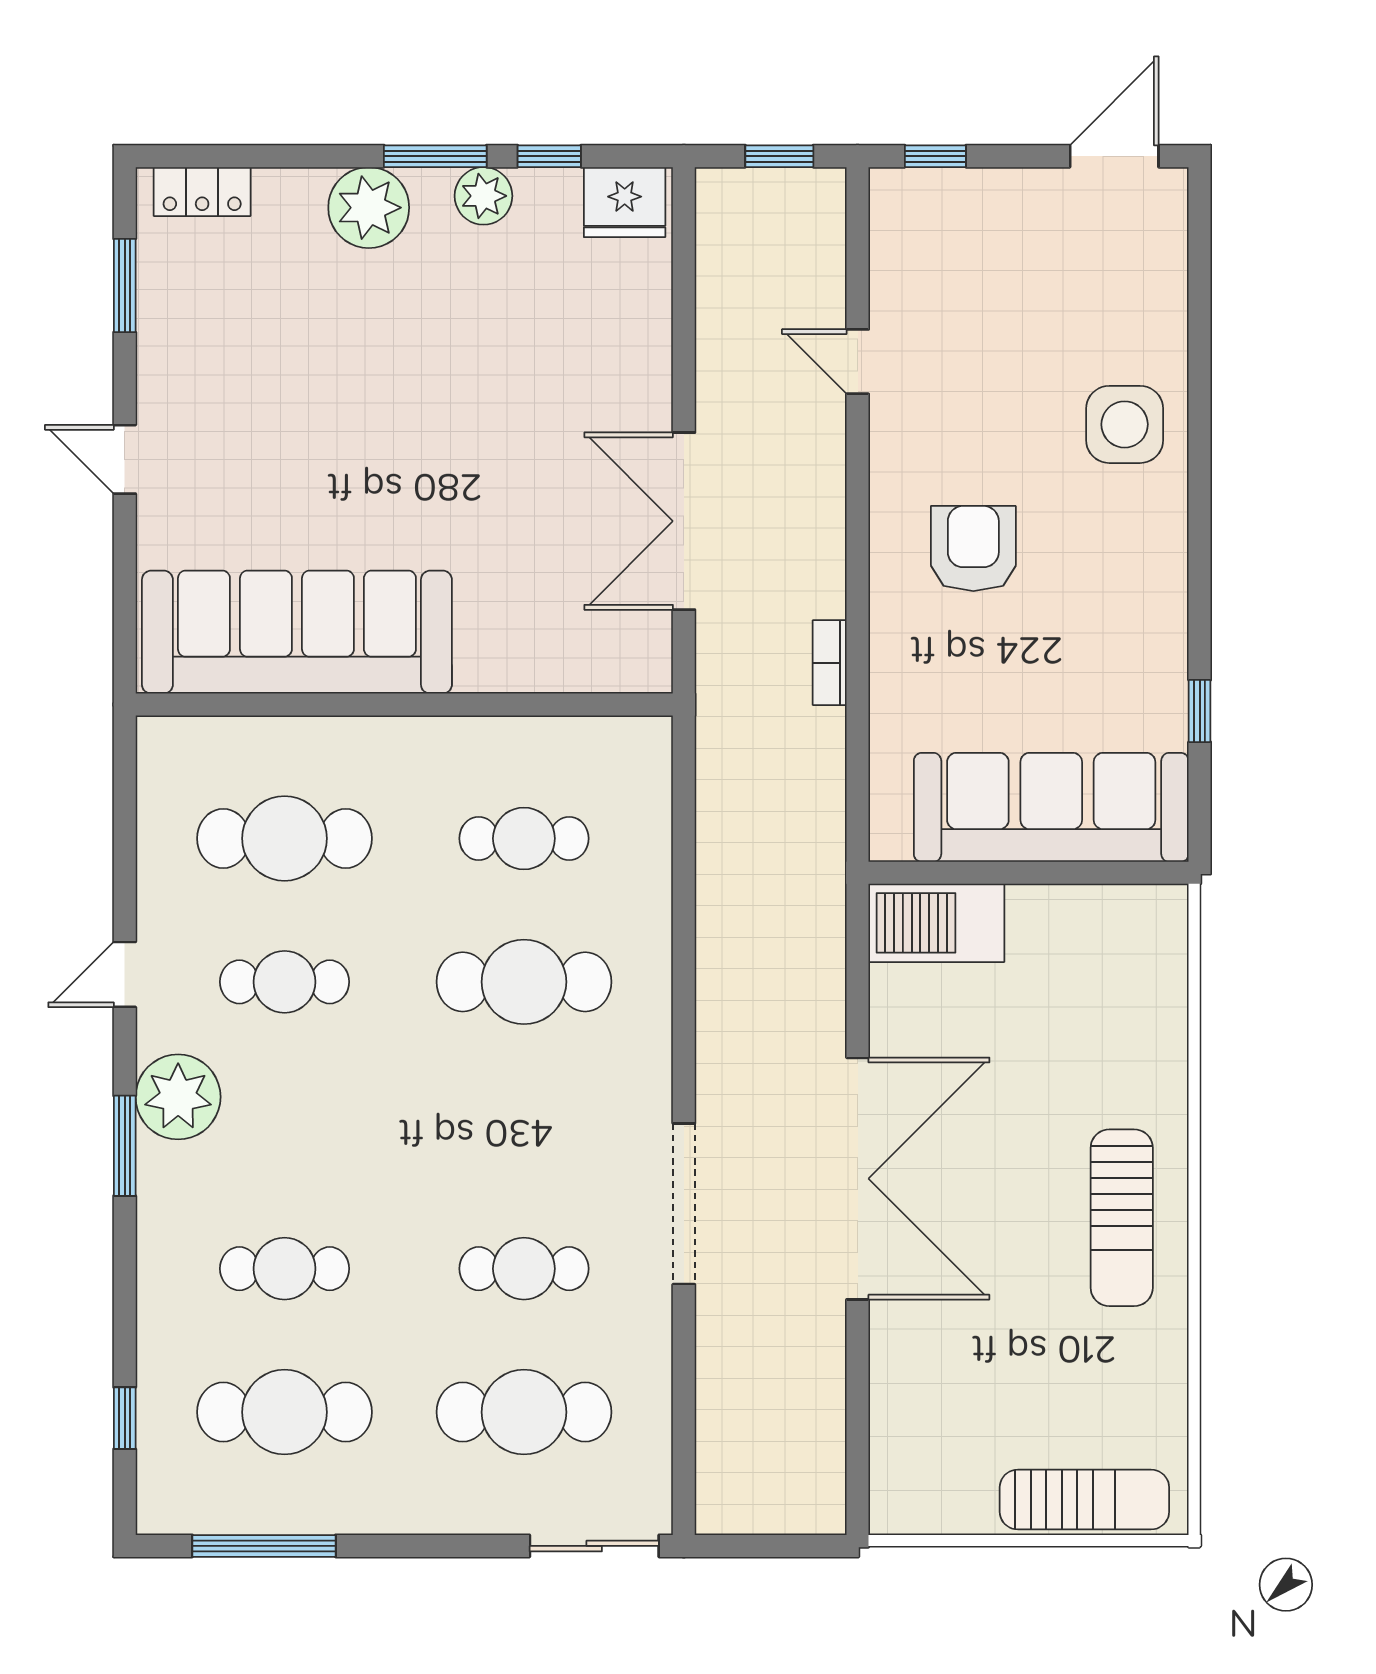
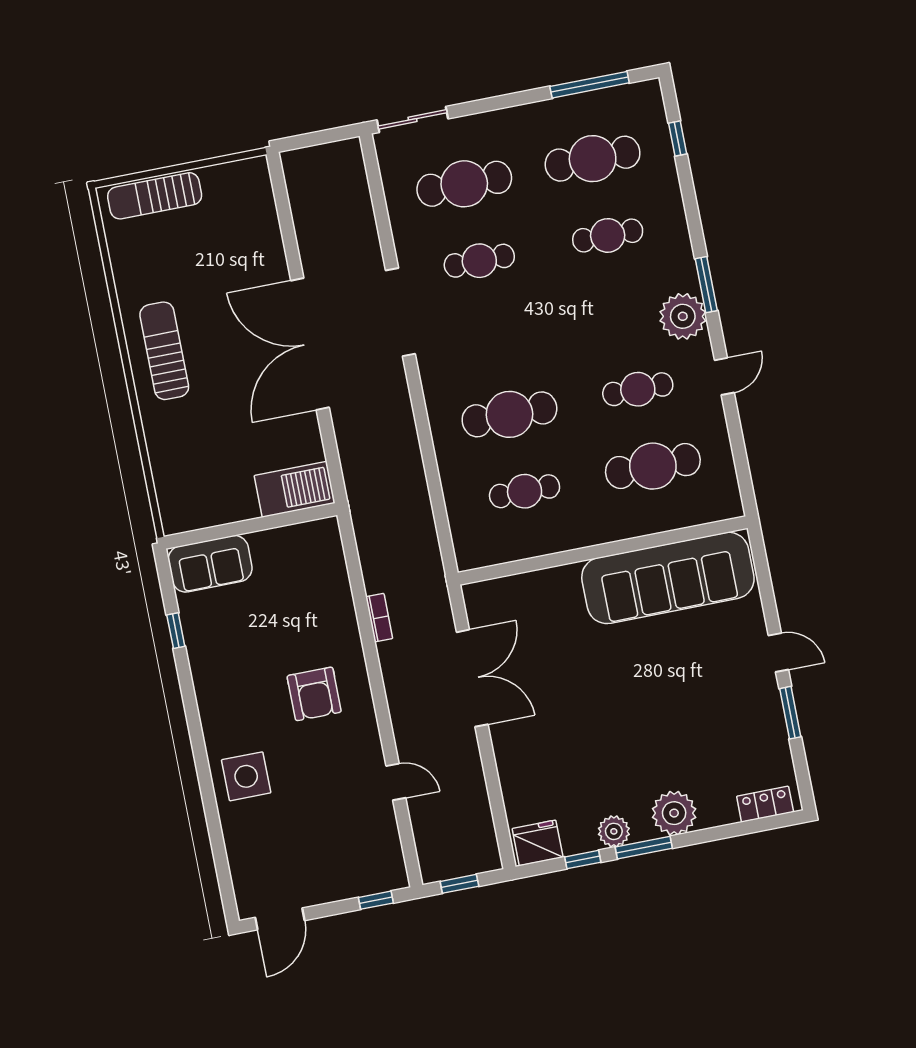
window: (125, 286) -> (790, 713), moved
sofa: (1051, 807) -> (210, 564), width x0.54, depth x0.79

